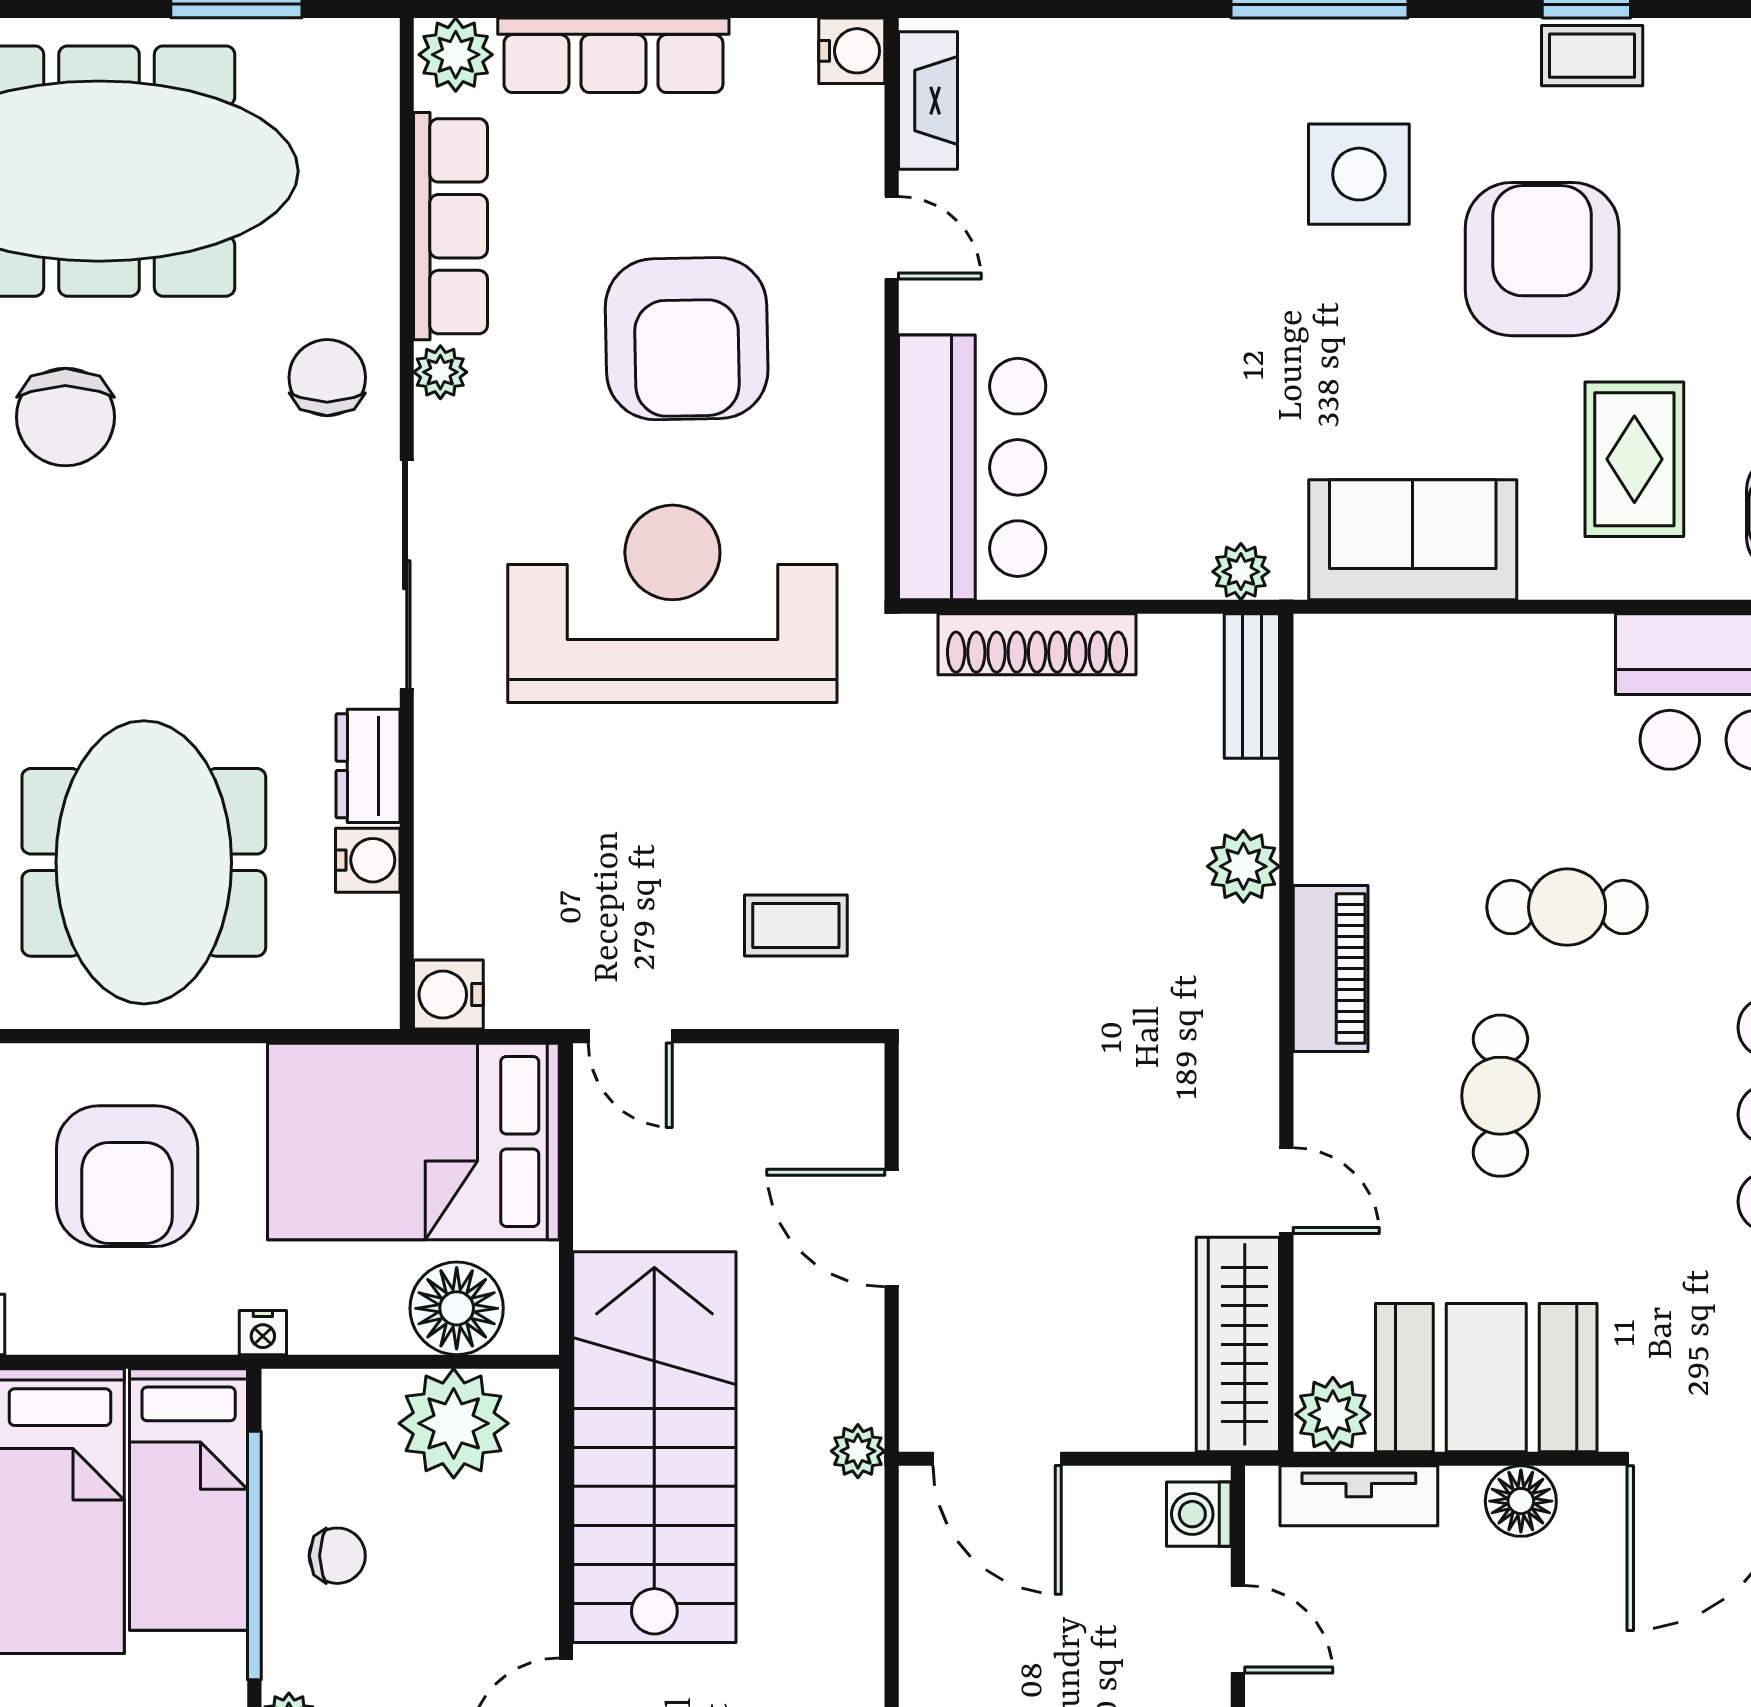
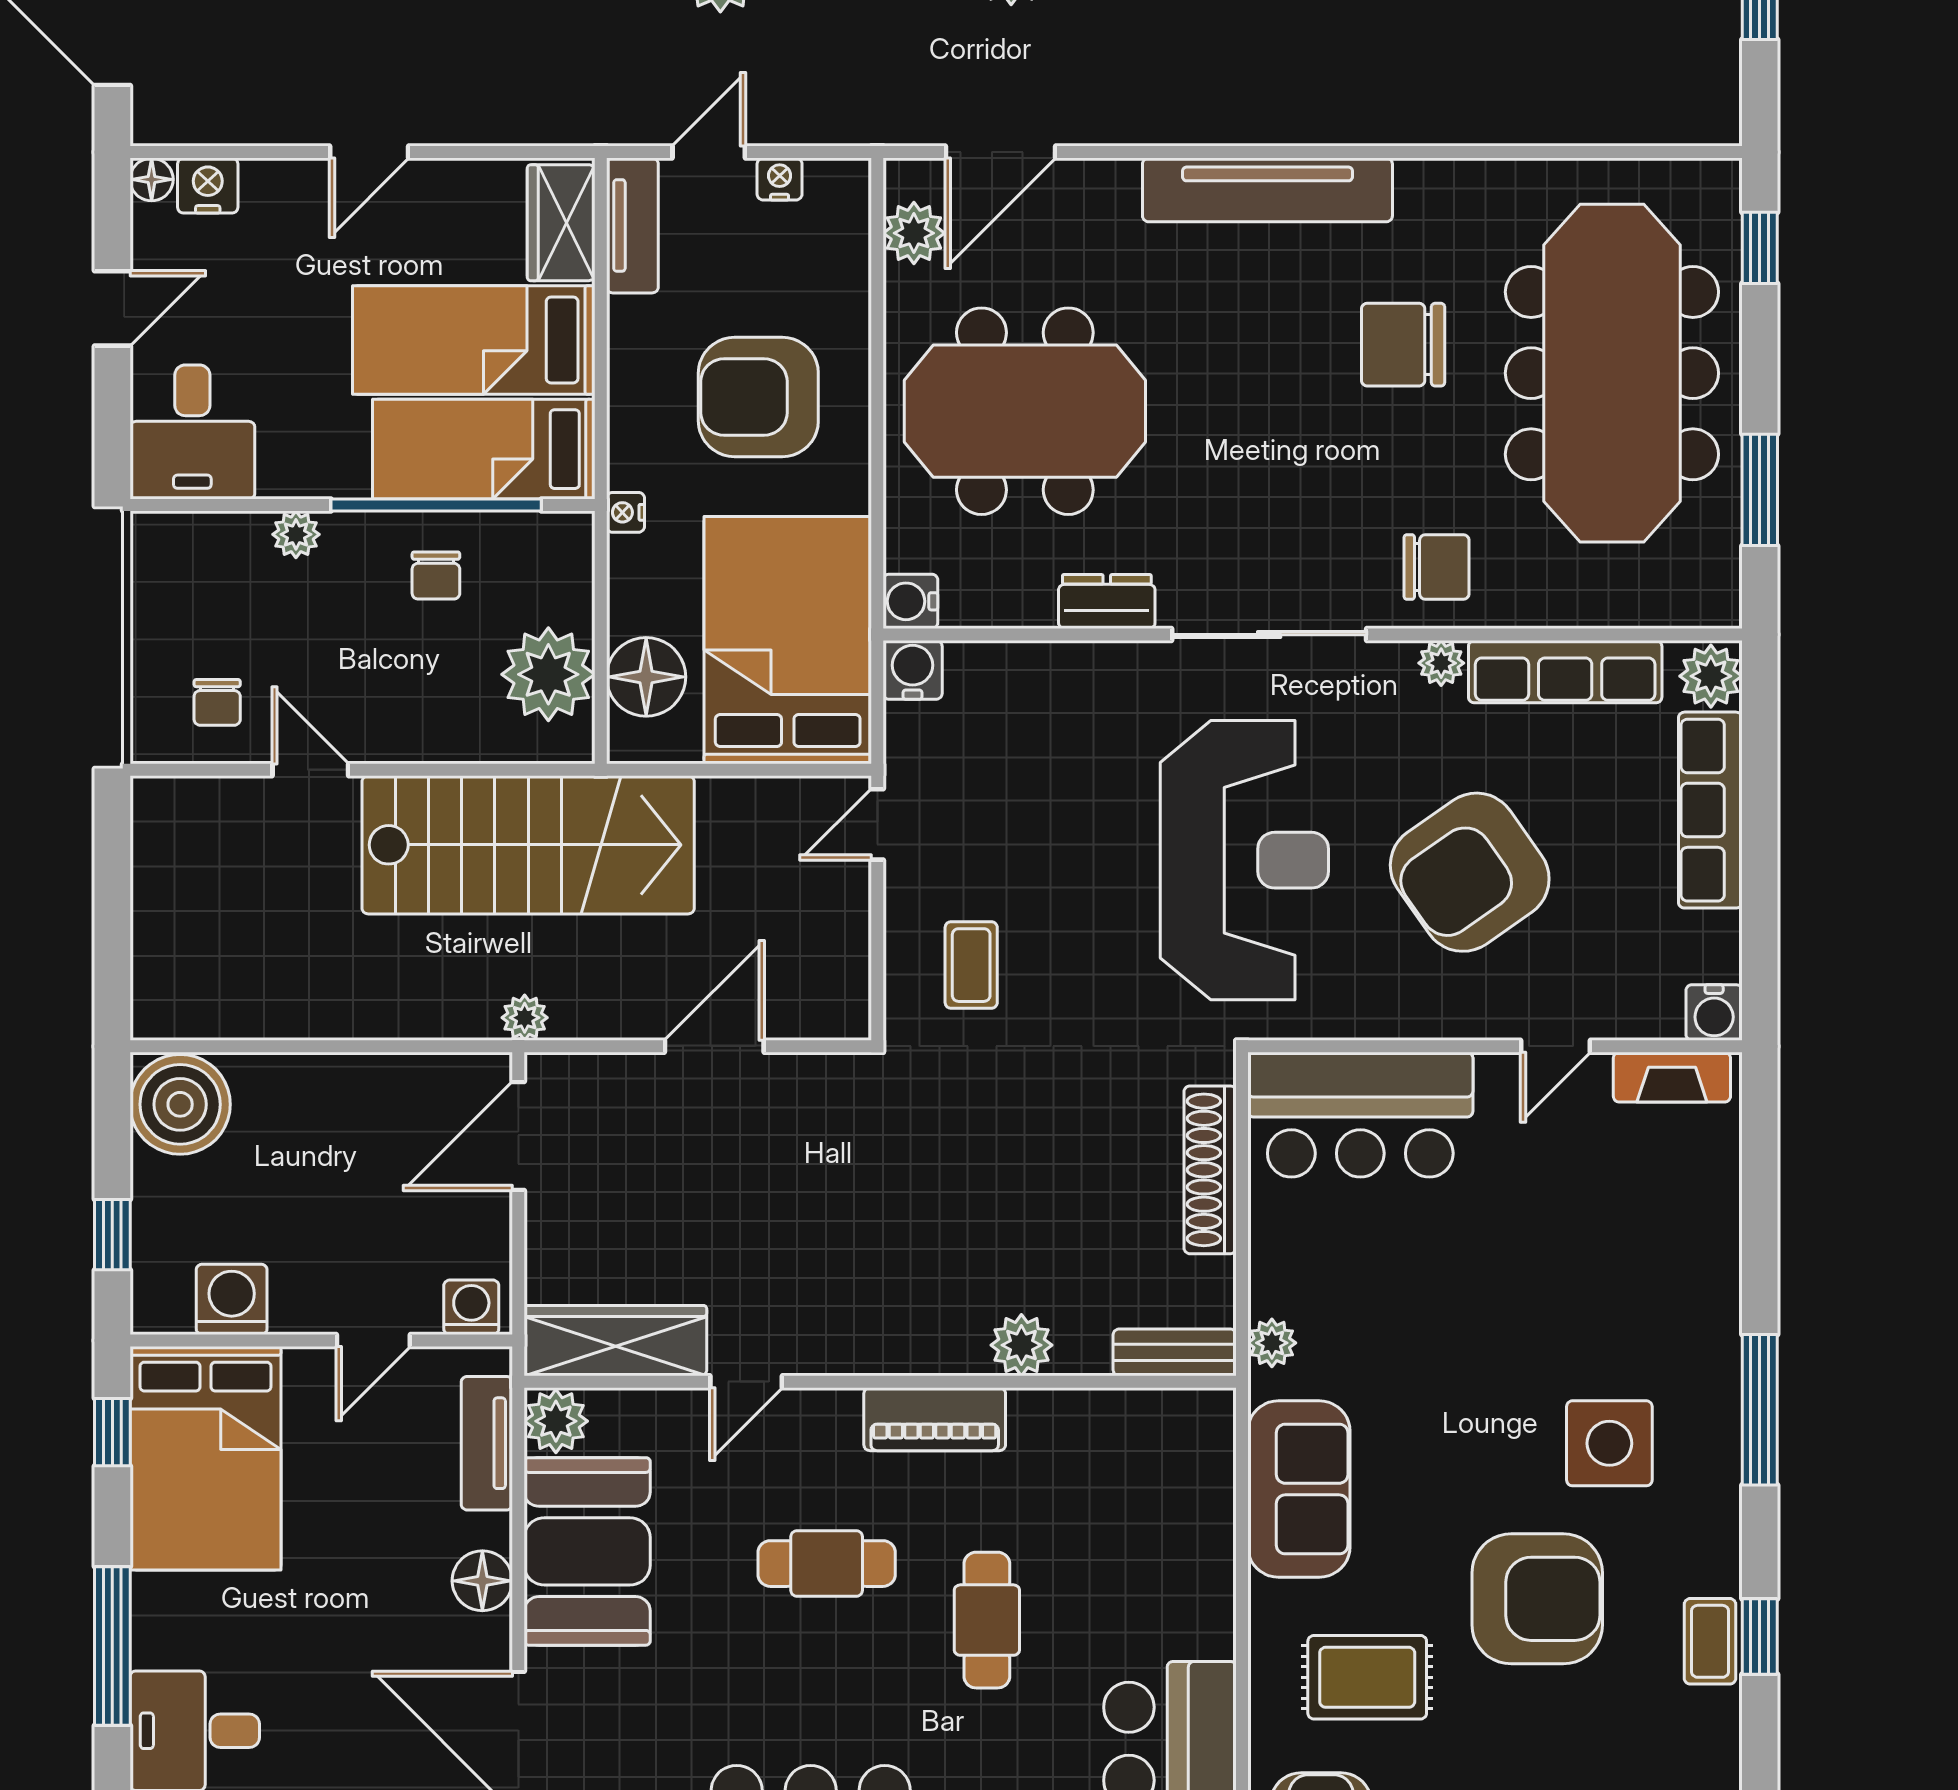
armchair: (687, 339) -> (1470, 872), turned -34
water cooler: (368, 860) -> (910, 601), moved, turned 90

